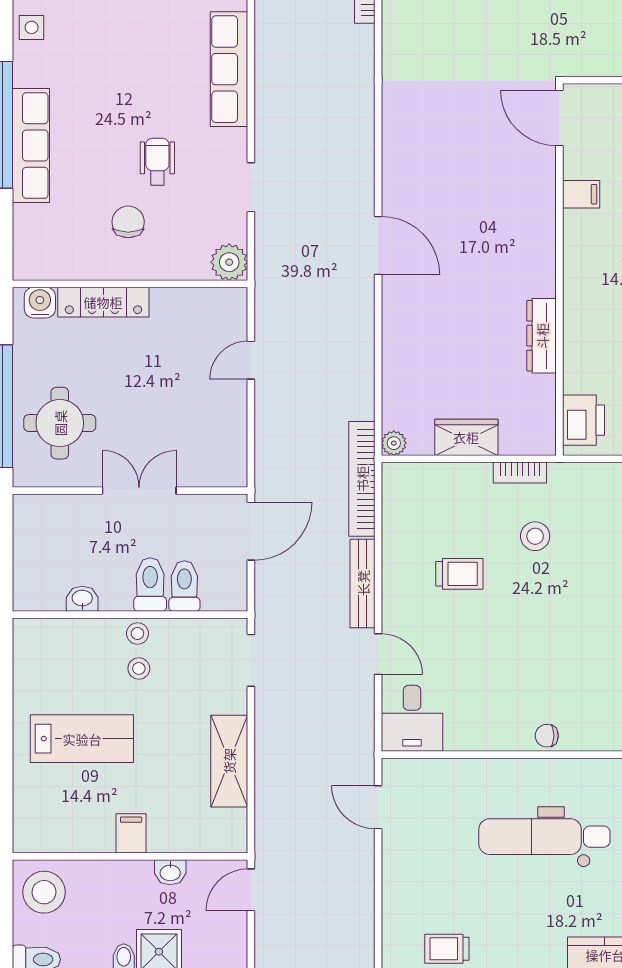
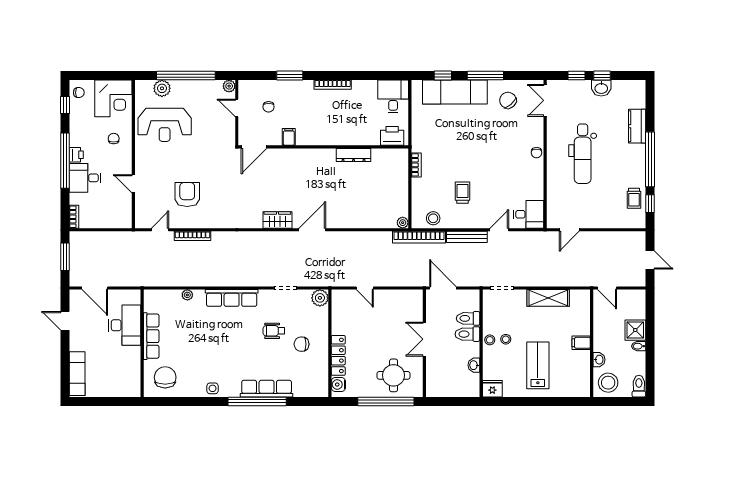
wardrobe: (466, 437) -> (277, 220), moved, turned 90
stool: (535, 536) -> (433, 218), moved
fridge: (31, 639) -> (492, 389), added
washbasin: (170, 872) -> (599, 360), moved

